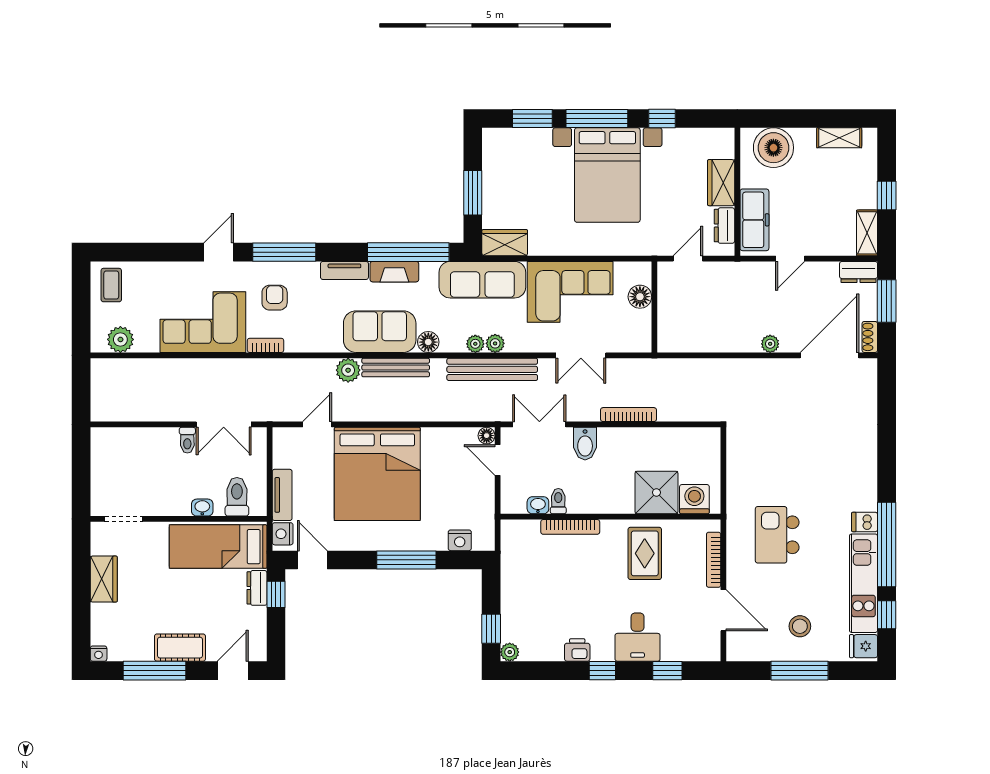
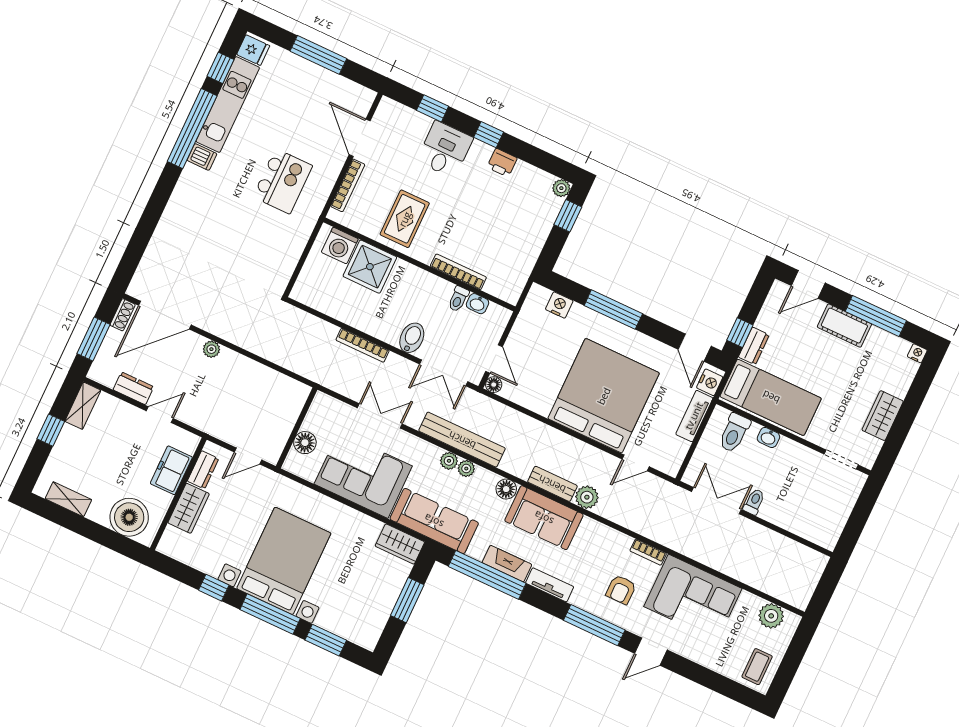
freezer: (754, 220) -> (171, 470), width x0.71
dresser: (859, 272) -> (133, 388), moved
bench: (396, 368) -> (552, 484), width x0.73
stool: (800, 626) -> (300, 93), removed

